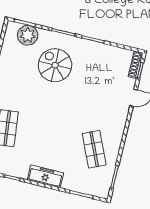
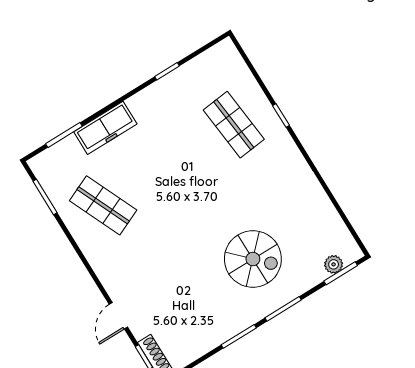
plant: (28, 35) -> (334, 264), width x0.53, depth x0.53
freezer: (45, 176) -> (105, 128), moved

